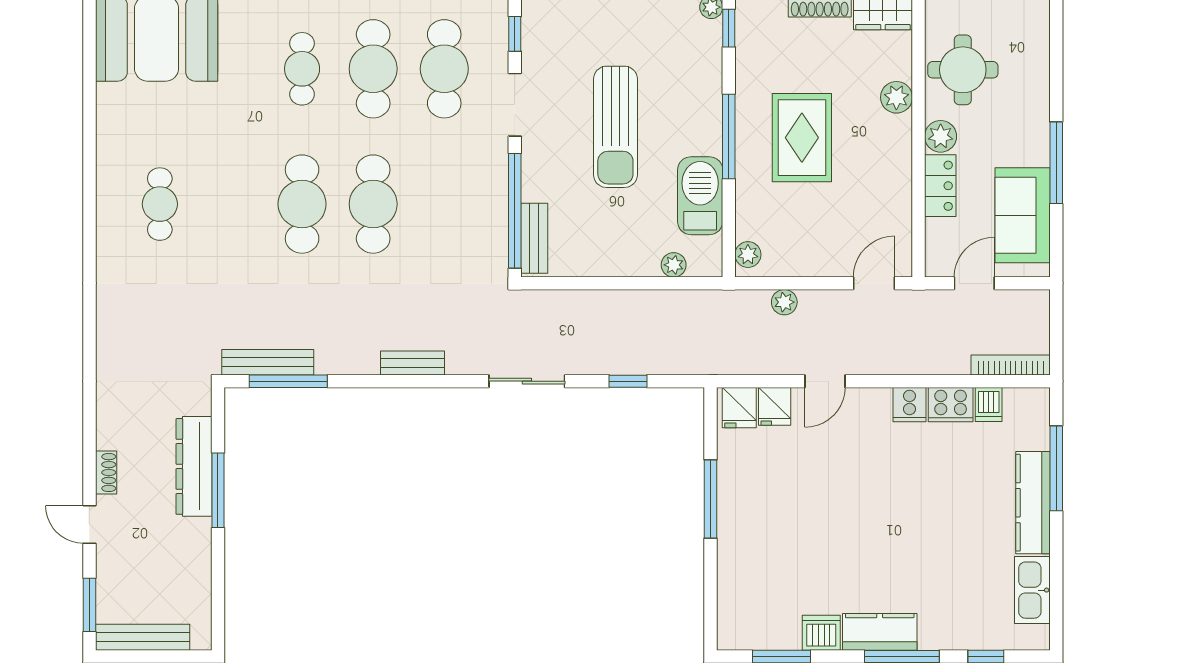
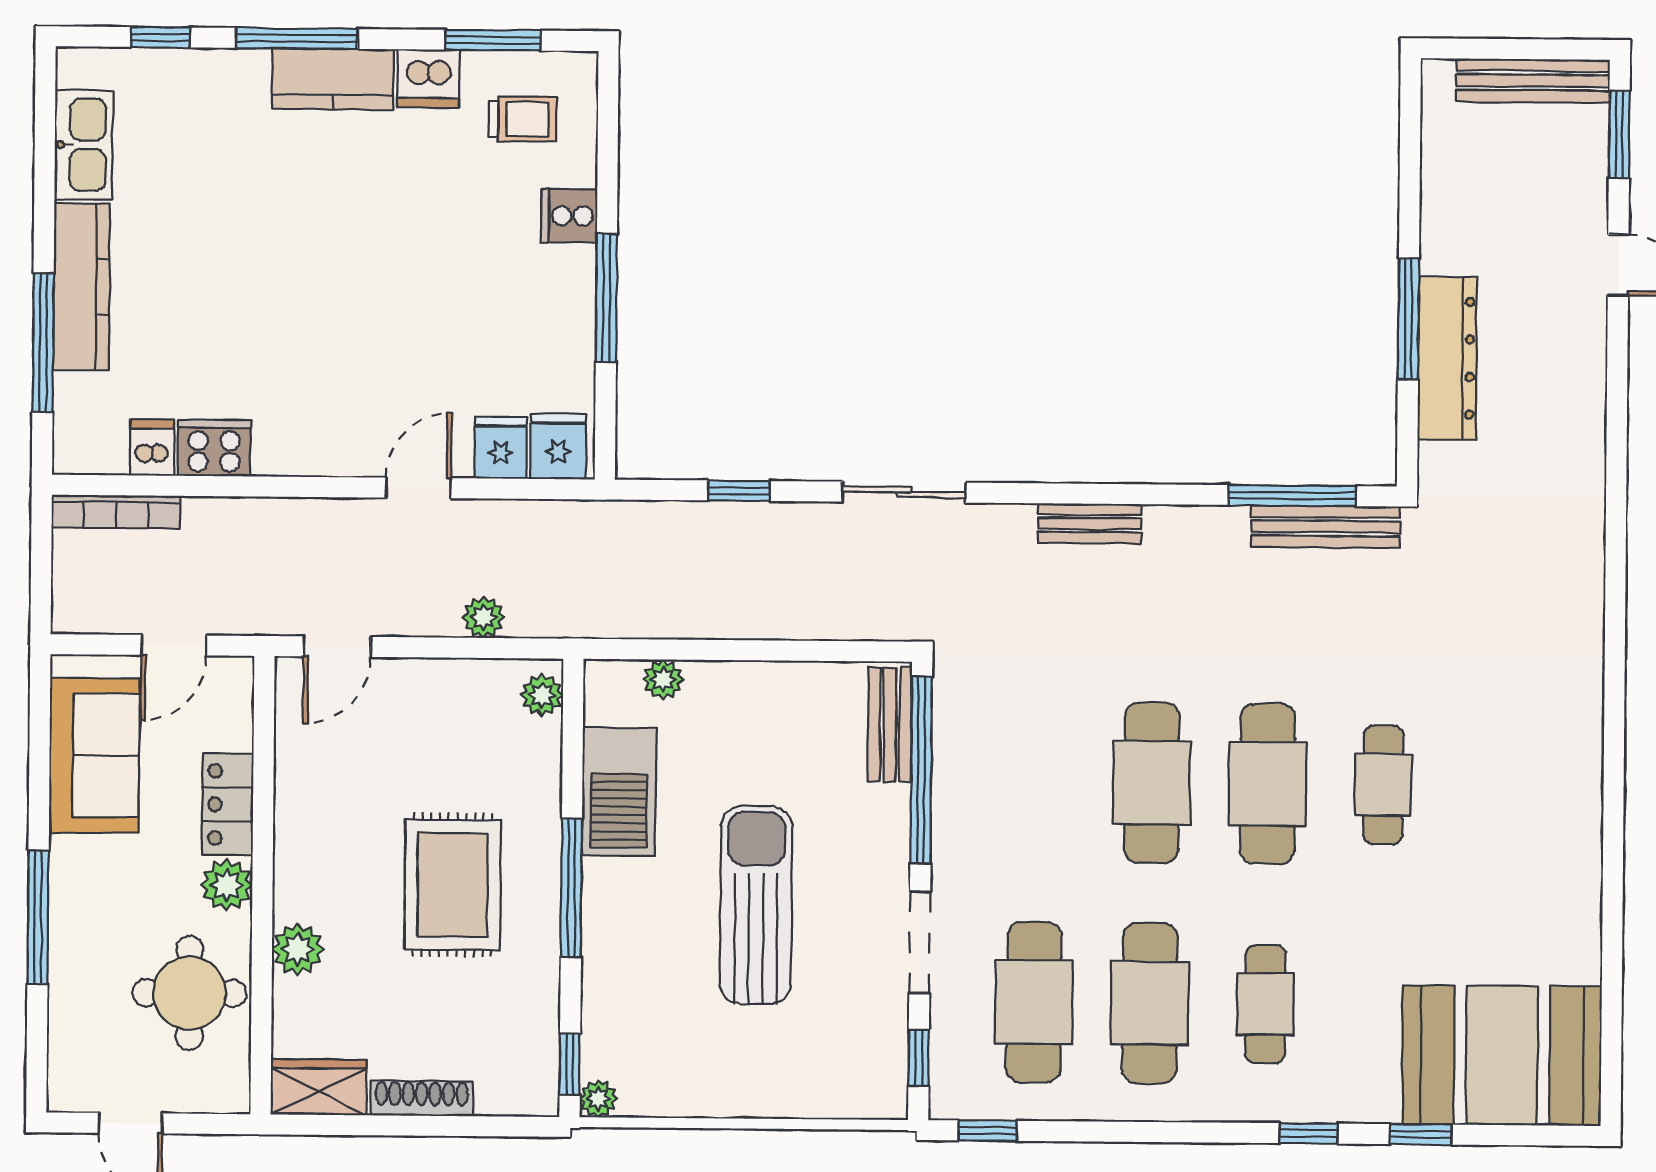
window: (1056, 163) -> (38, 917), moved
cafe table: (160, 204) -> (1383, 785), moved
cooker: (909, 405) -> (569, 216), moved, turned -90
shoe rack: (106, 472) -> (1590, 349), removed
trolley: (763, 608) -> (523, 119), added

